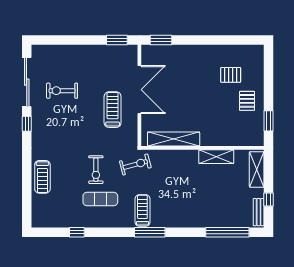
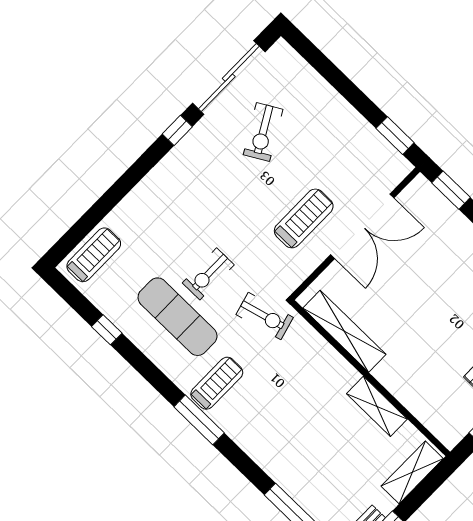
exercise bike: (62, 91) -> (263, 132), turned -120
treadmill: (42, 177) -> (94, 255), moved, turned 180
exercise mat: (100, 199) -> (178, 317), width x1.36, depth x1.45

